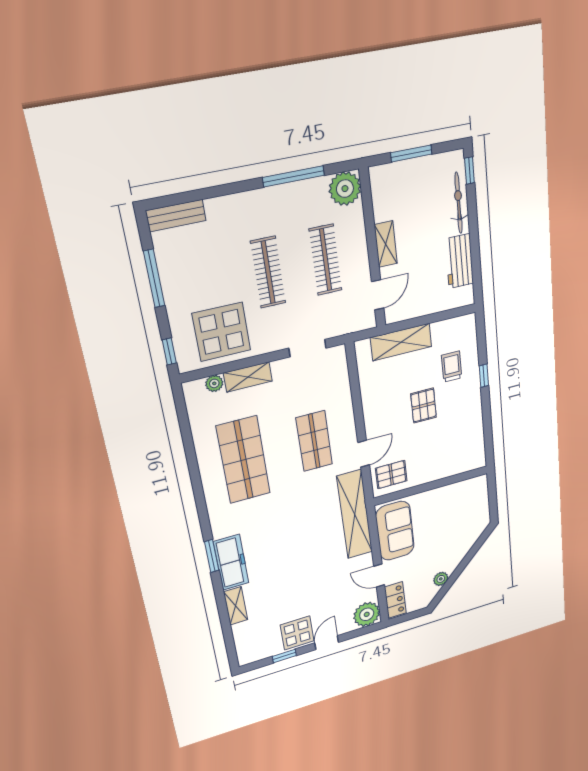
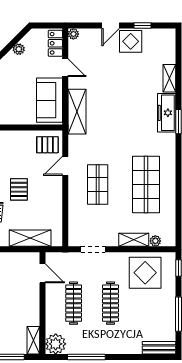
shelving: (386, 244) -> (33, 340), moved
door: (378, 295) -> (43, 273), swing flipped
shelving: (355, 514) -> (77, 112), width x0.68
plant: (367, 614) -> (73, 34), width x0.53, depth x0.53

